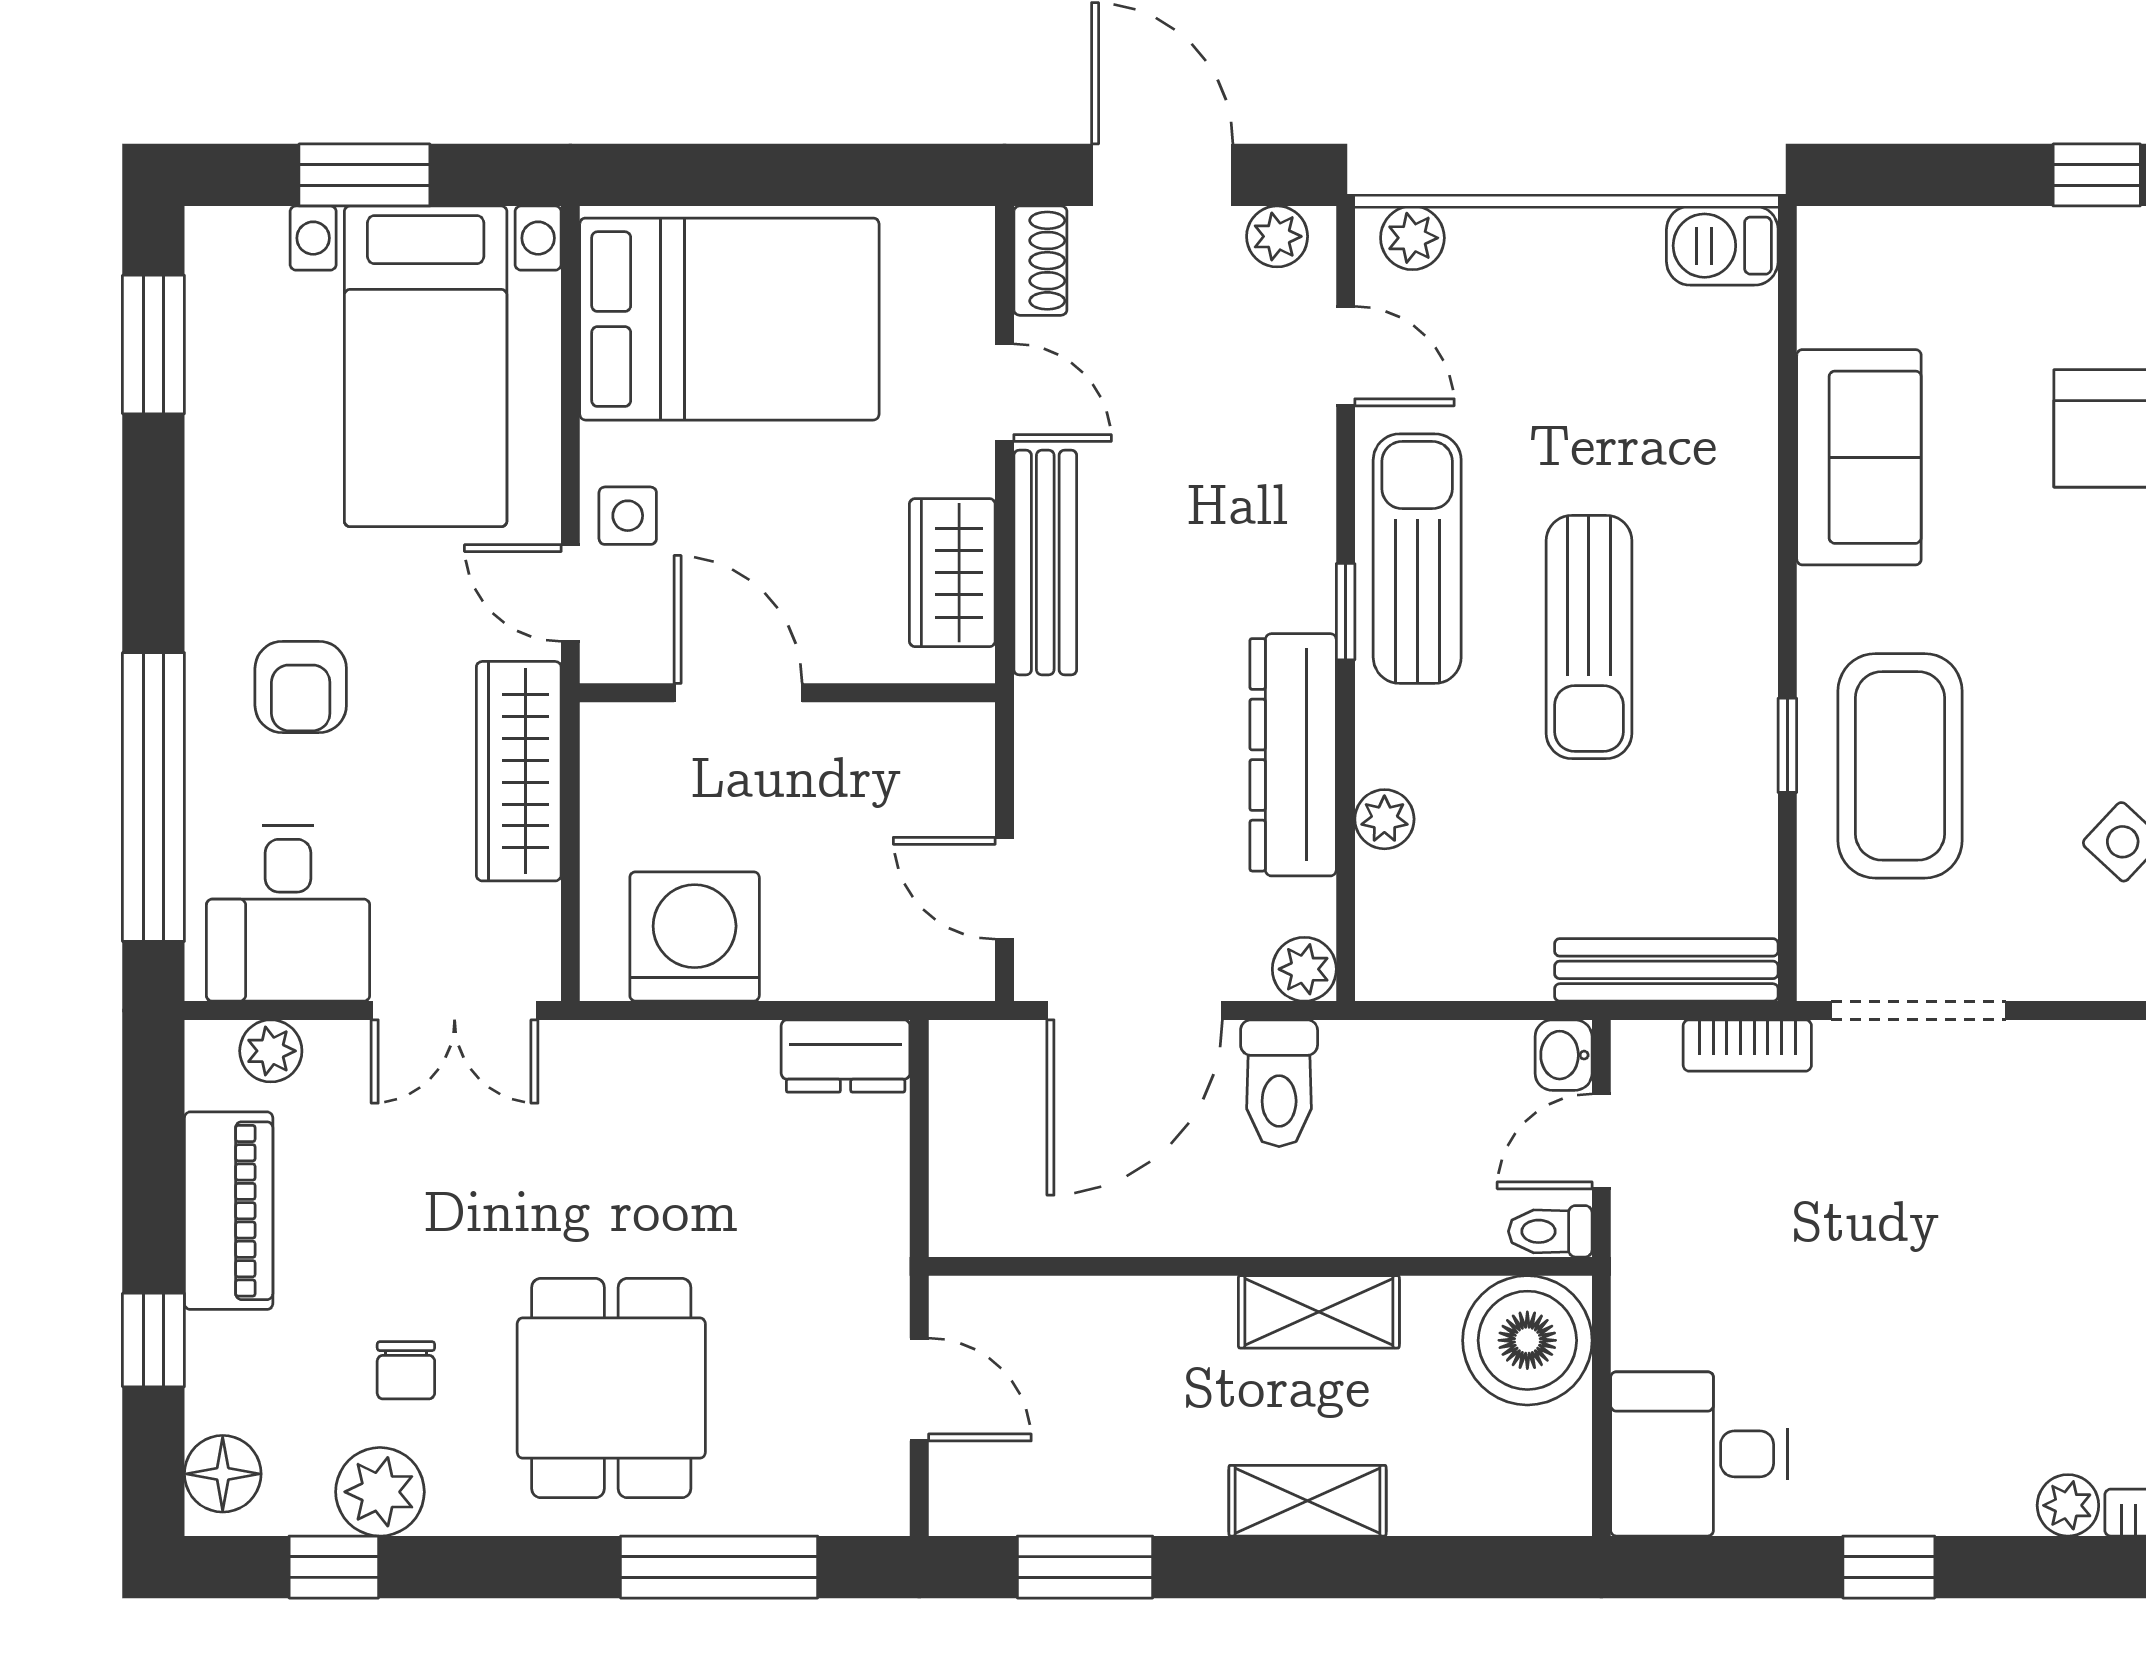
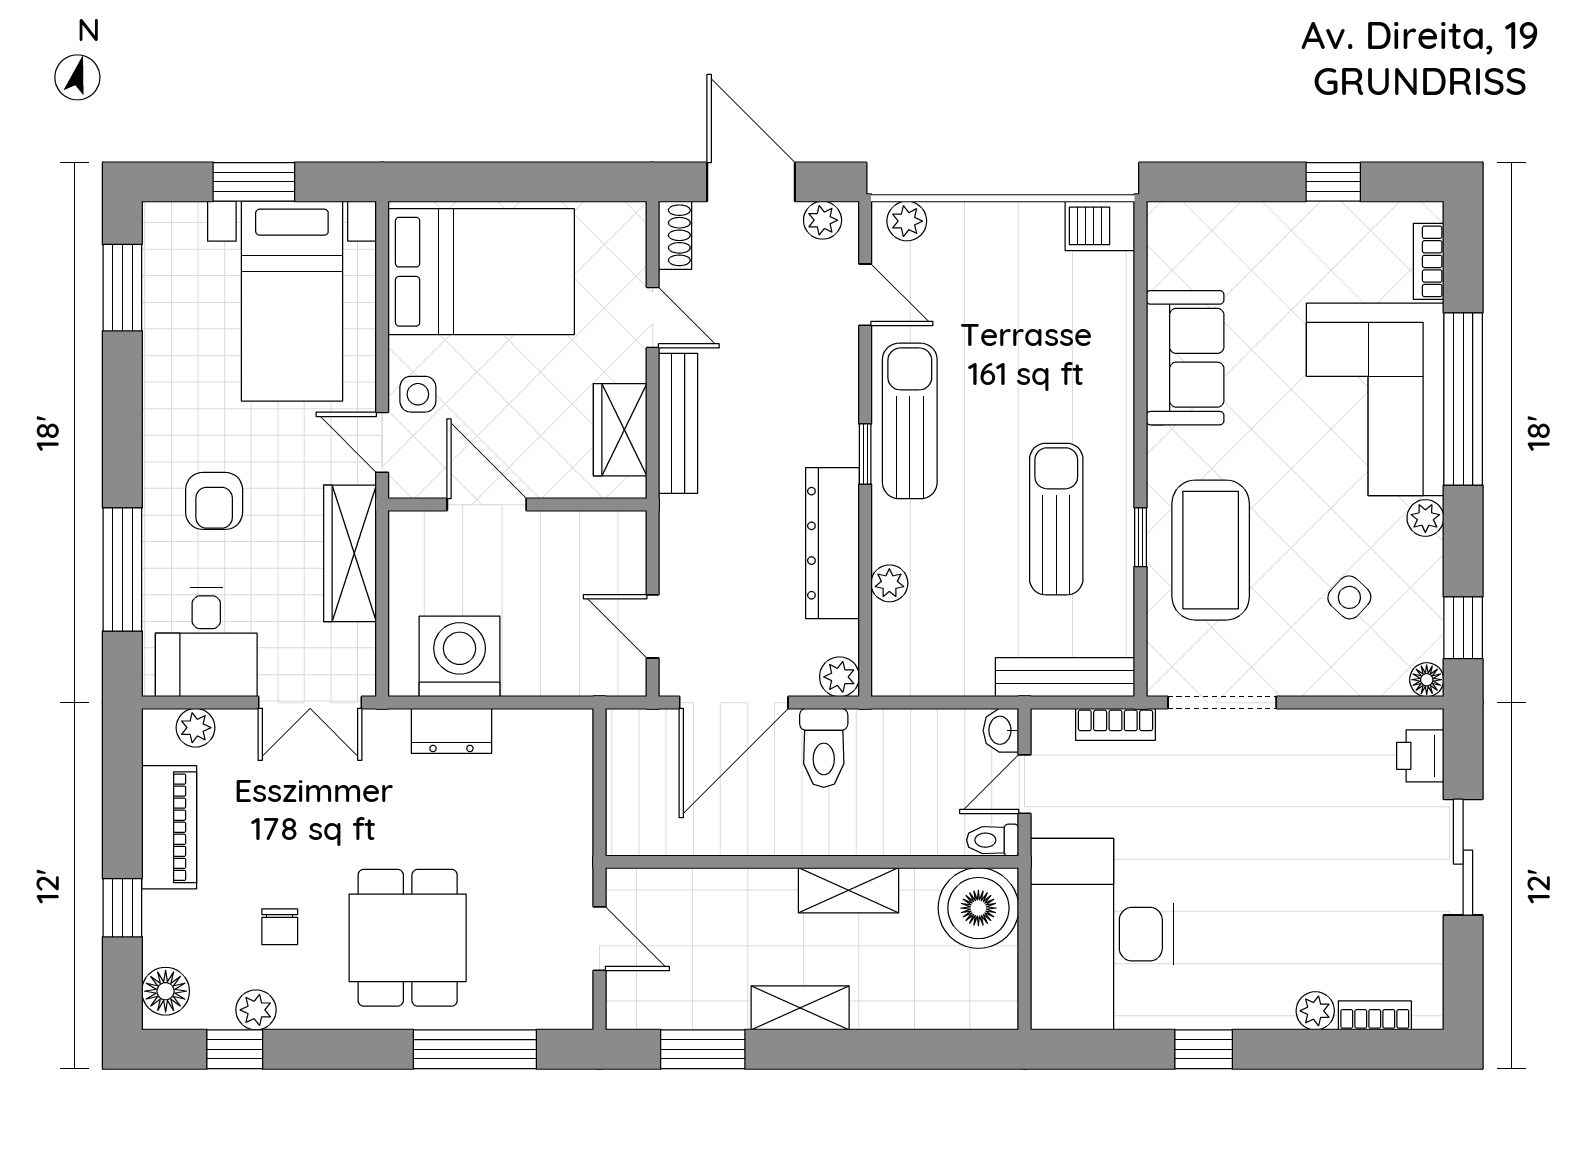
sun lounger: (1589, 637) -> (1056, 519), moved, turned 180
window: (153, 797) -> (122, 570), width x0.68
dresser: (846, 1056) -> (451, 731), moved
desk: (1699, 1454) -> (1102, 934), width x1.87, depth x1.30
plant: (380, 1492) -> (256, 1010), width x0.73, depth x0.73
shelving: (1308, 1501) -> (800, 1008), moved

